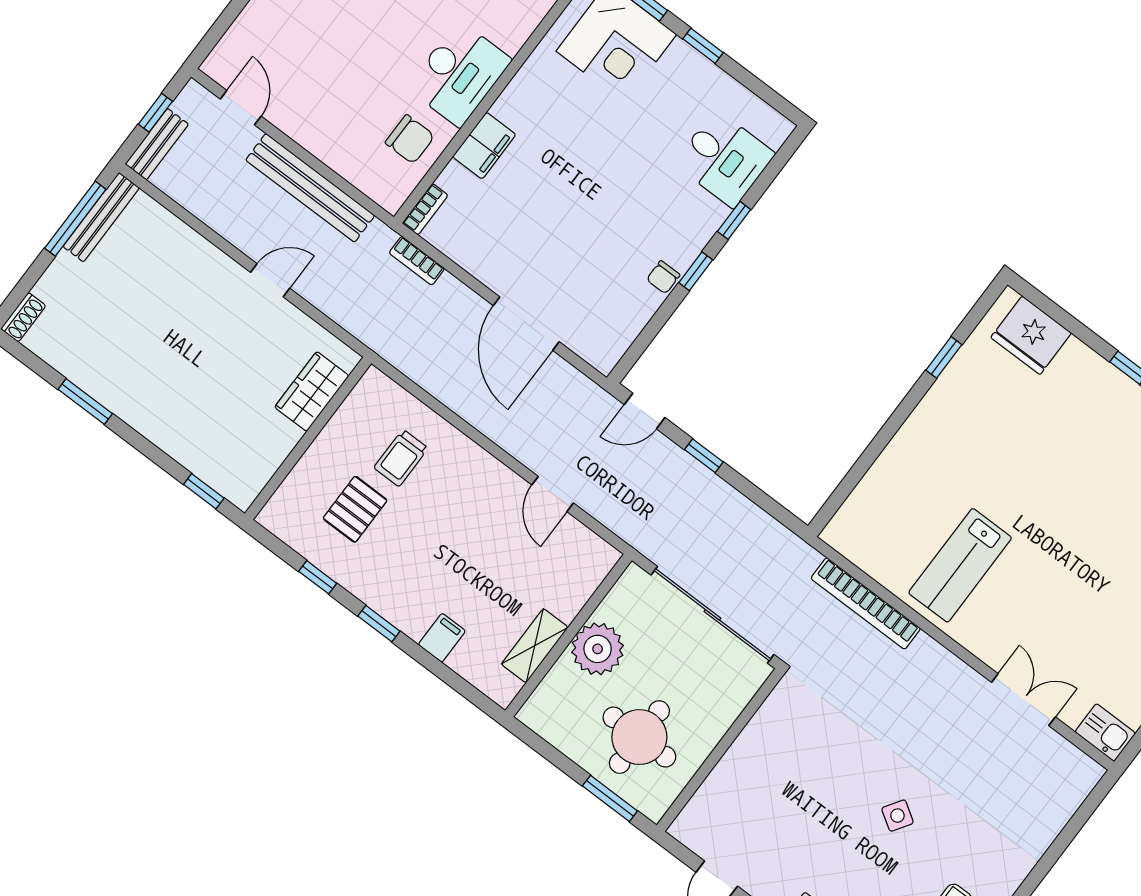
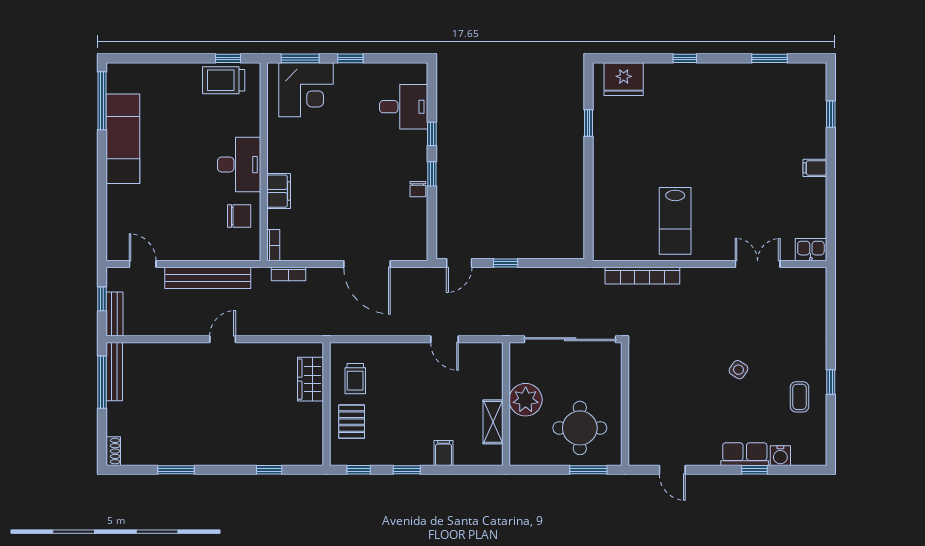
wardrobe: (312, 391) -> (311, 379), moved
wall: (308, 438) -> (326, 404), moved

